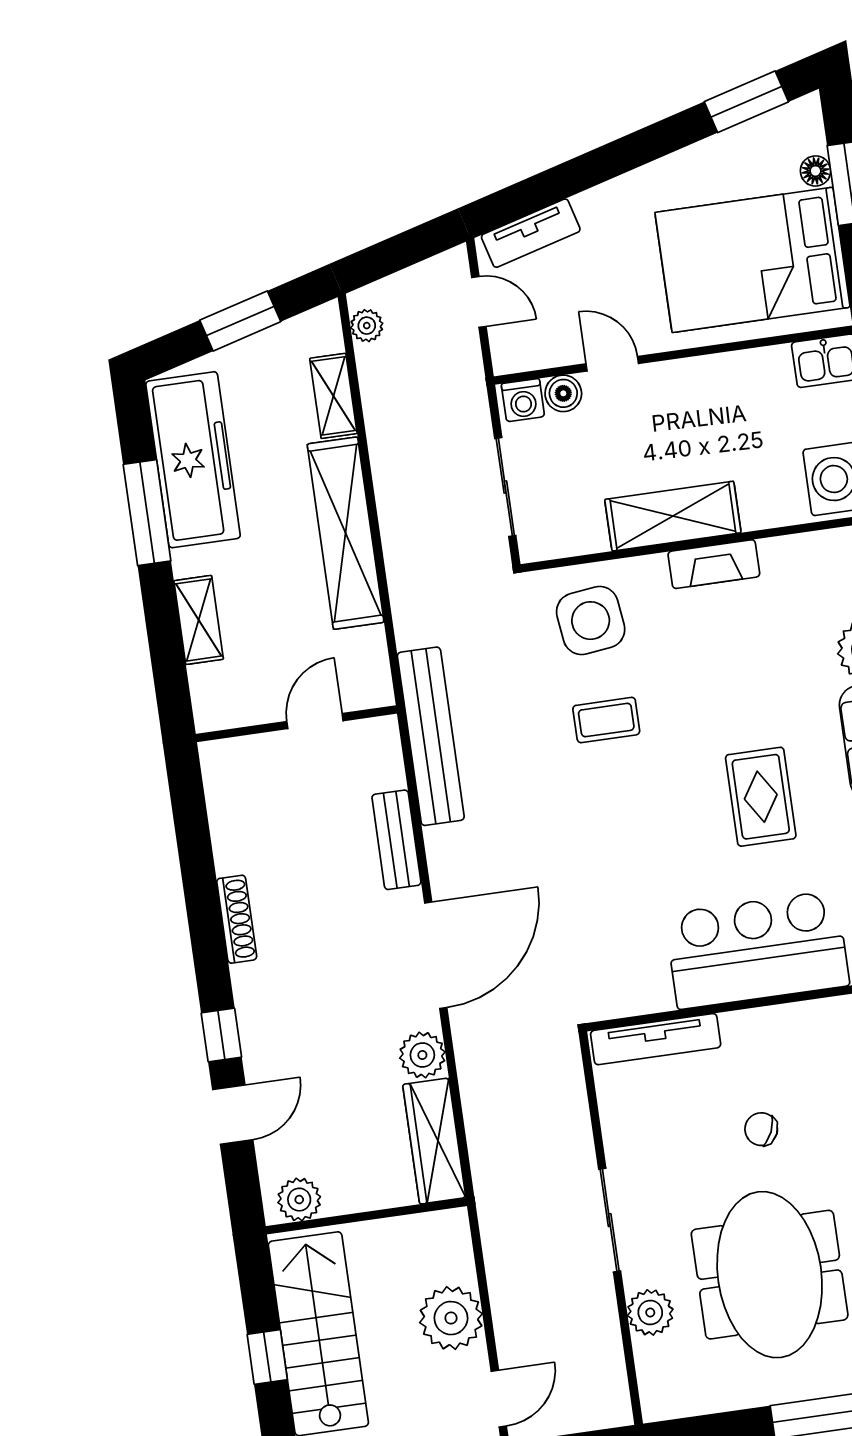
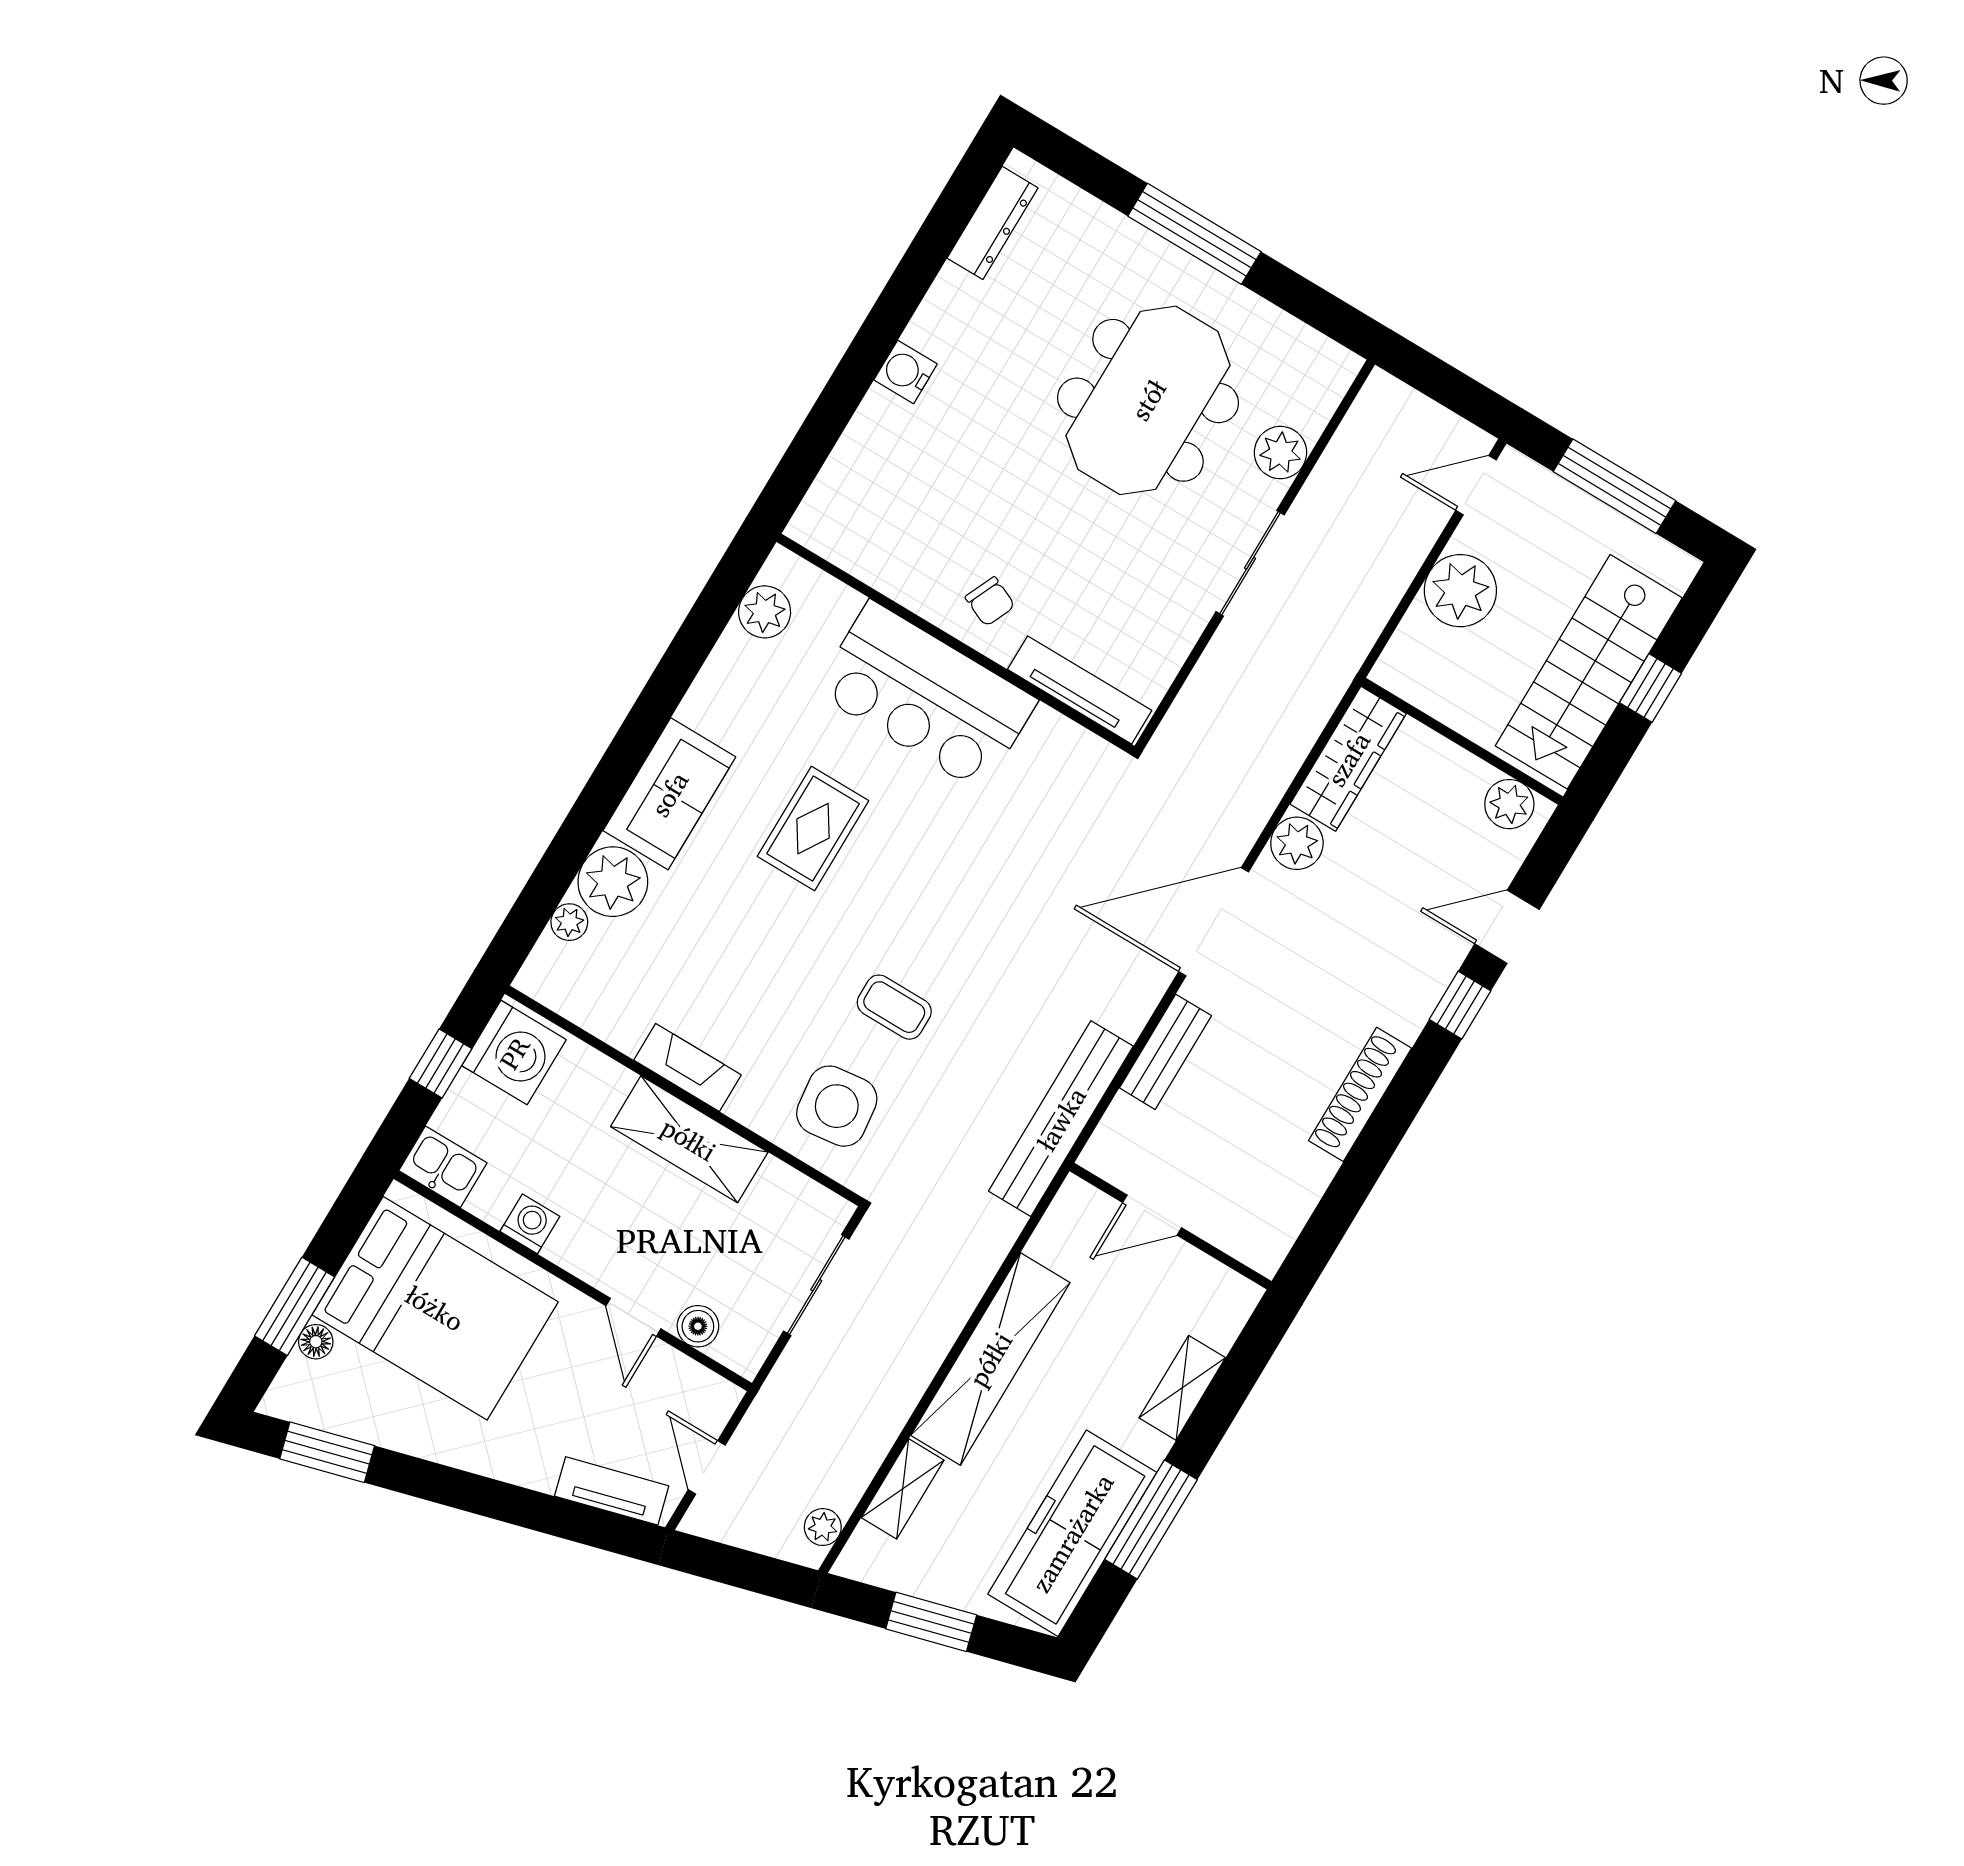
washing machine: (523, 400) -> (530, 1224), moved
shoe rack: (237, 919) -> (1360, 1094), width x1.36, depth x1.24
chair: (761, 1129) -> (990, 601), moved

